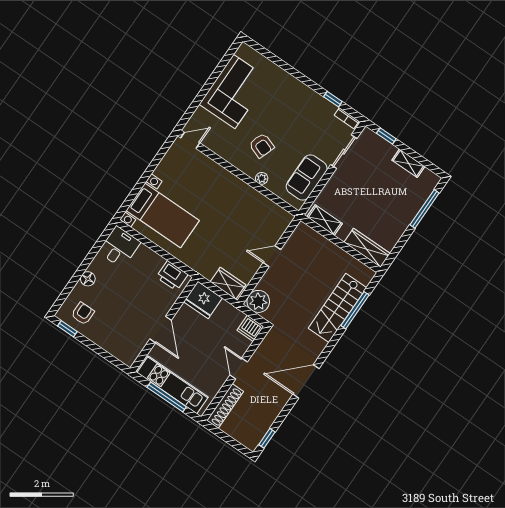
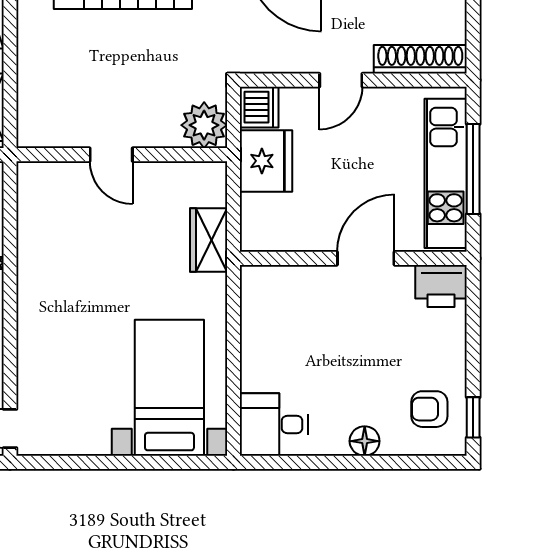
printer: (172, 276) -> (441, 286), moved, turned 90
wardrobe: (228, 283) -> (209, 240), moved
fridge: (203, 300) -> (266, 161), moved

